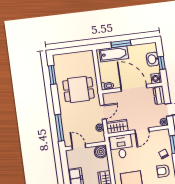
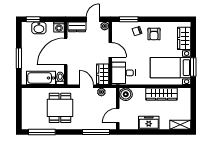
bathtub: (114, 54) -> (41, 78), moved, turned -90
window: (162, 63) -> (33, 19), moved
window: (52, 75) -> (42, 132), width x1.44

